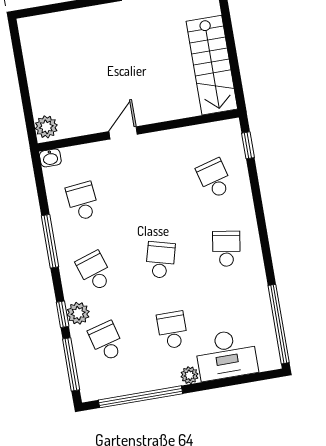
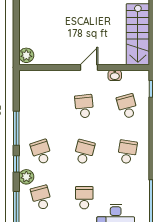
door: (123, 133) -> (89, 67), moved
washbasin: (50, 158) -> (115, 75), moved
school desk: (82, 201) -> (84, 106), moved
window: (63, 314) -> (16, 164), moved

